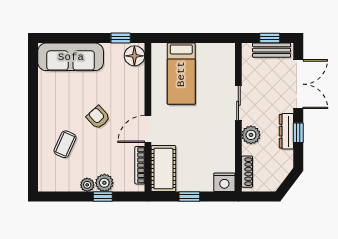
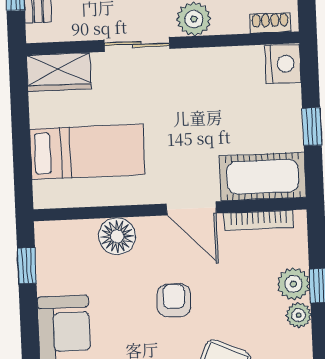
floor lamp: (134, 56) -> (117, 236), moved
wardrobe: (225, 60) -> (59, 72), added
armchair: (98, 117) -> (174, 300), turned 133
shoe rack: (247, 172) -> (270, 23), width x0.70

